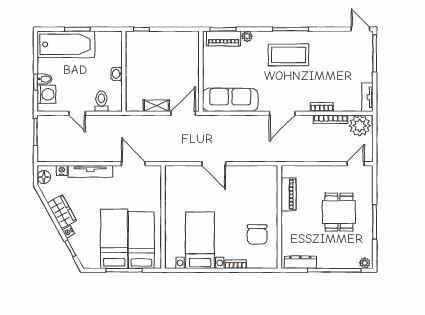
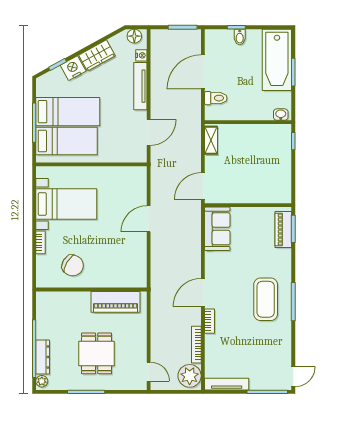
plant: (247, 36) -> (286, 255), removed
washbasin: (117, 74) -> (281, 115), moved
washing machine: (46, 94) -> (223, 39), removed
tv unit: (367, 97) -> (227, 384), width x1.41
sofa: (230, 100) -> (217, 229), width x0.73
shelving: (156, 106) -> (211, 140), moved
bookcase: (322, 107) -> (210, 321), moved
door: (77, 113) -> (203, 72), width x1.87
door: (183, 113) -> (203, 186), swing flipped
door: (282, 113) -> (203, 292), hinge flipped
piano: (288, 194) -> (116, 302), width x1.37, depth x1.33
dining table: (339, 212) -> (97, 353), turned 90
nightstand: (68, 232) -> (73, 68), width x1.89, depth x1.79
chair: (257, 234) -> (73, 266), turned -149
dresser: (300, 262) -> (43, 357), moved

